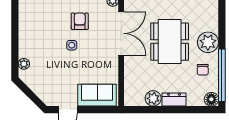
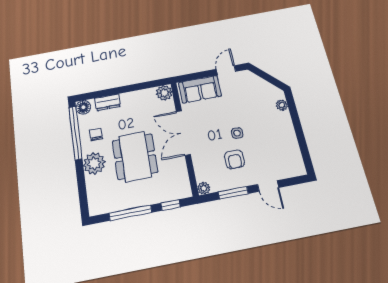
double door: (121, 33) -> (183, 133), moved
plant: (153, 98) -> (164, 93), moved
dresser: (174, 100) -> (108, 102), moved

